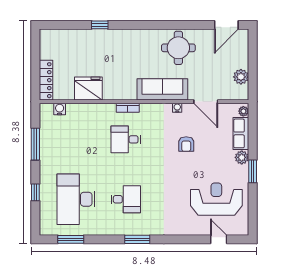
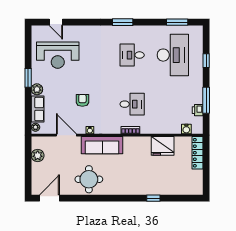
printer: (46, 132) -> (198, 110), added

